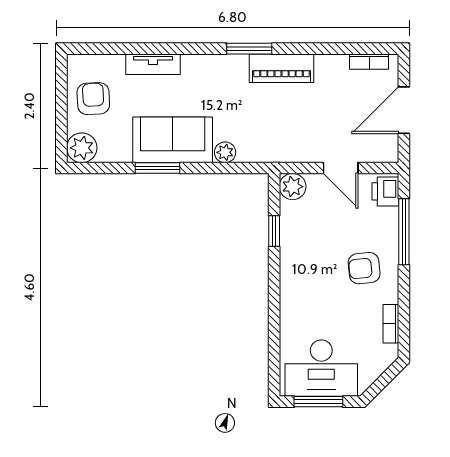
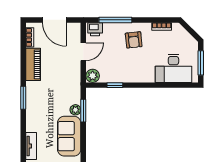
piano: (282, 68) -> (33, 64), moved
window: (158, 168) -> (83, 111), moved
desk: (321, 368) -> (173, 68), moved, turned 90

